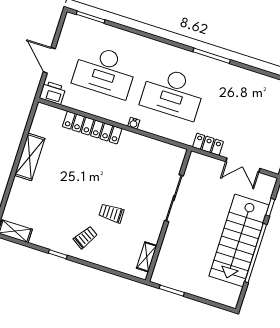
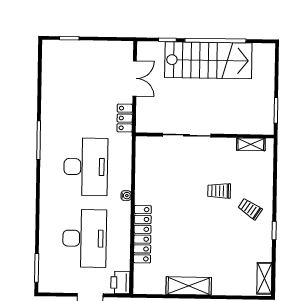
trolley: (111, 213) -> (219, 191), turned 90

